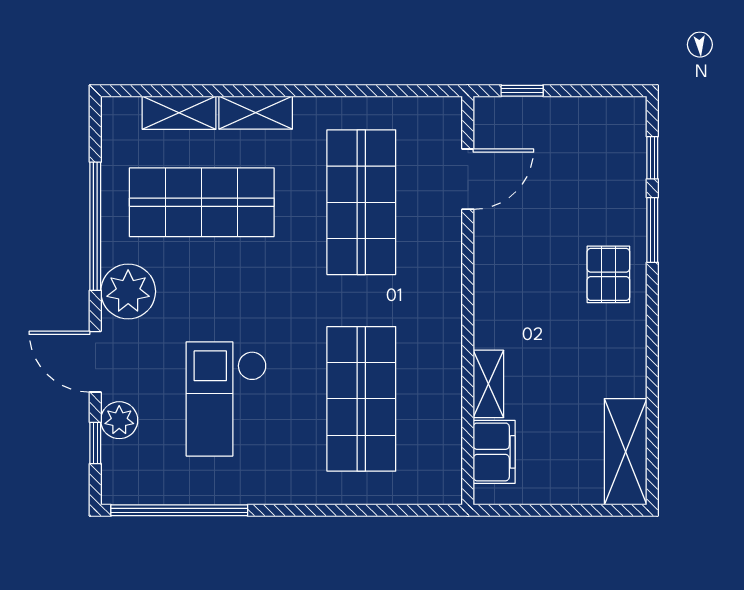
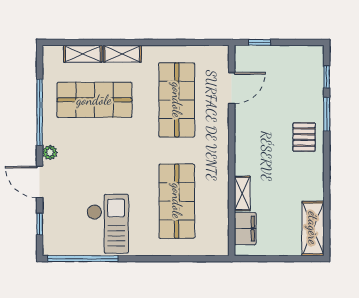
plant: (128, 291) -> (50, 152), width x0.53, depth x0.53
checkout: (226, 399) -> (108, 224), moved, turned 180
plant: (119, 420) -> (52, 212), removed

